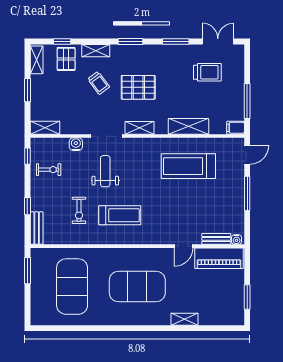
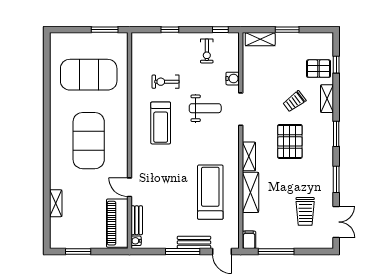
shelving: (37, 60) -> (318, 39), removed
shelving: (45, 128) -> (260, 39), moved, turned 90
shelving: (140, 128) -> (249, 156), moved
bench: (37, 228) -> (194, 242), moved
shelving: (185, 319) -> (56, 203), moved

